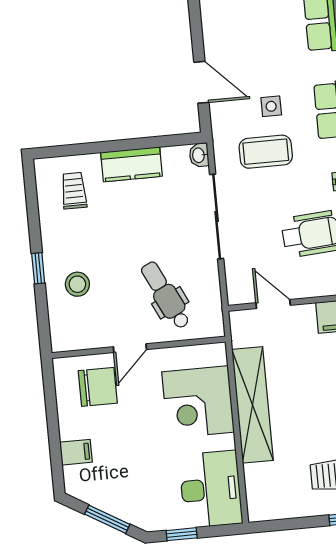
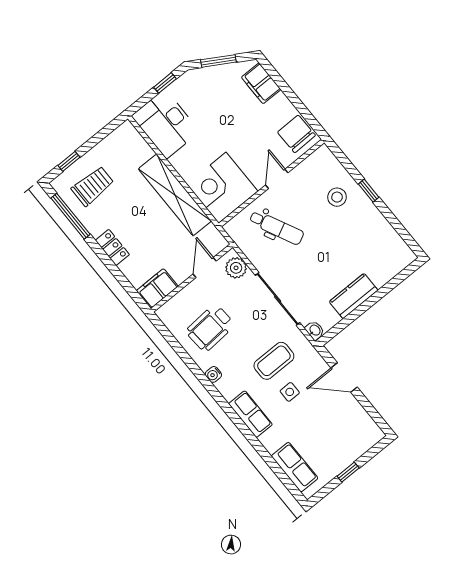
trolley: (74, 191) -> (379, 255), removed
plant: (239, 281) -> (236, 268), added
door: (273, 304) -> (205, 268), swing flipped
chair: (98, 387) -> (296, 134), moved, turned 89
corner desk: (198, 402) -> (222, 188), moved, turned -90
filing cabinet: (76, 452) -> (261, 83), width x2.00

